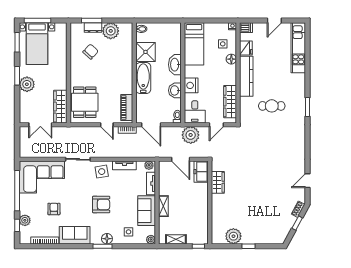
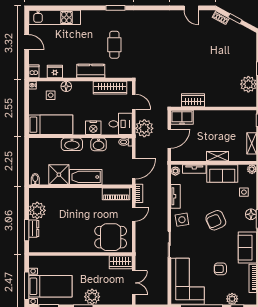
chair: (91, 52) -> (59, 231), removed
kitchen counter: (246, 76) -> (91, 71), width x0.67
wardrobe: (60, 107) -> (121, 262), width x0.67
armchair: (101, 204) -> (216, 220), turned -114

